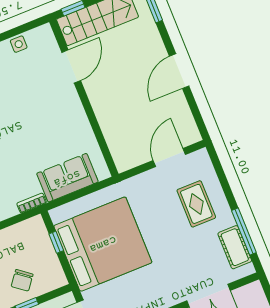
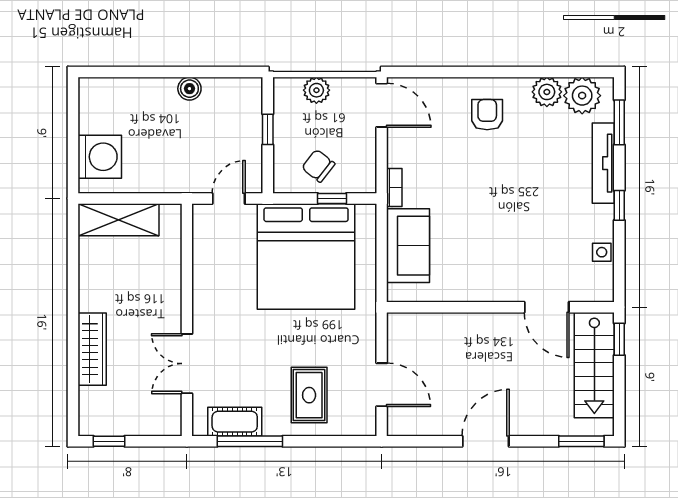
door: (179, 71) -> (486, 441), hinge flipped
rug: (196, 204) -> (309, 395), turned 90
chair: (22, 280) -> (318, 166), moved

